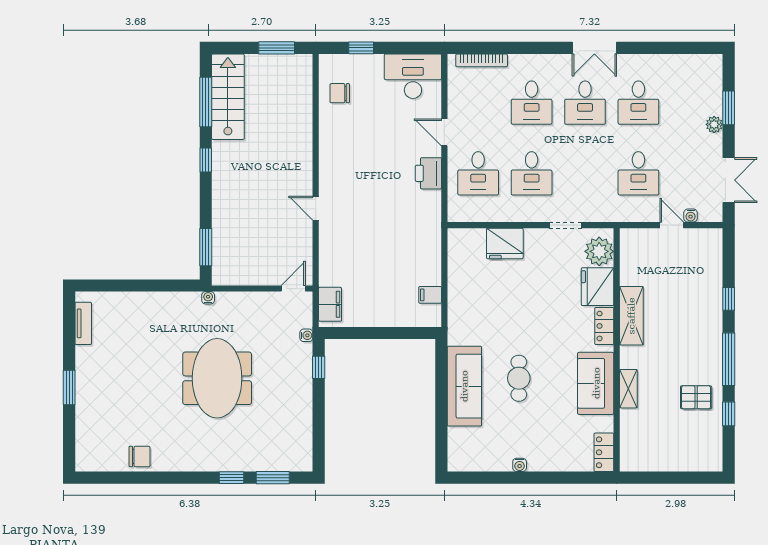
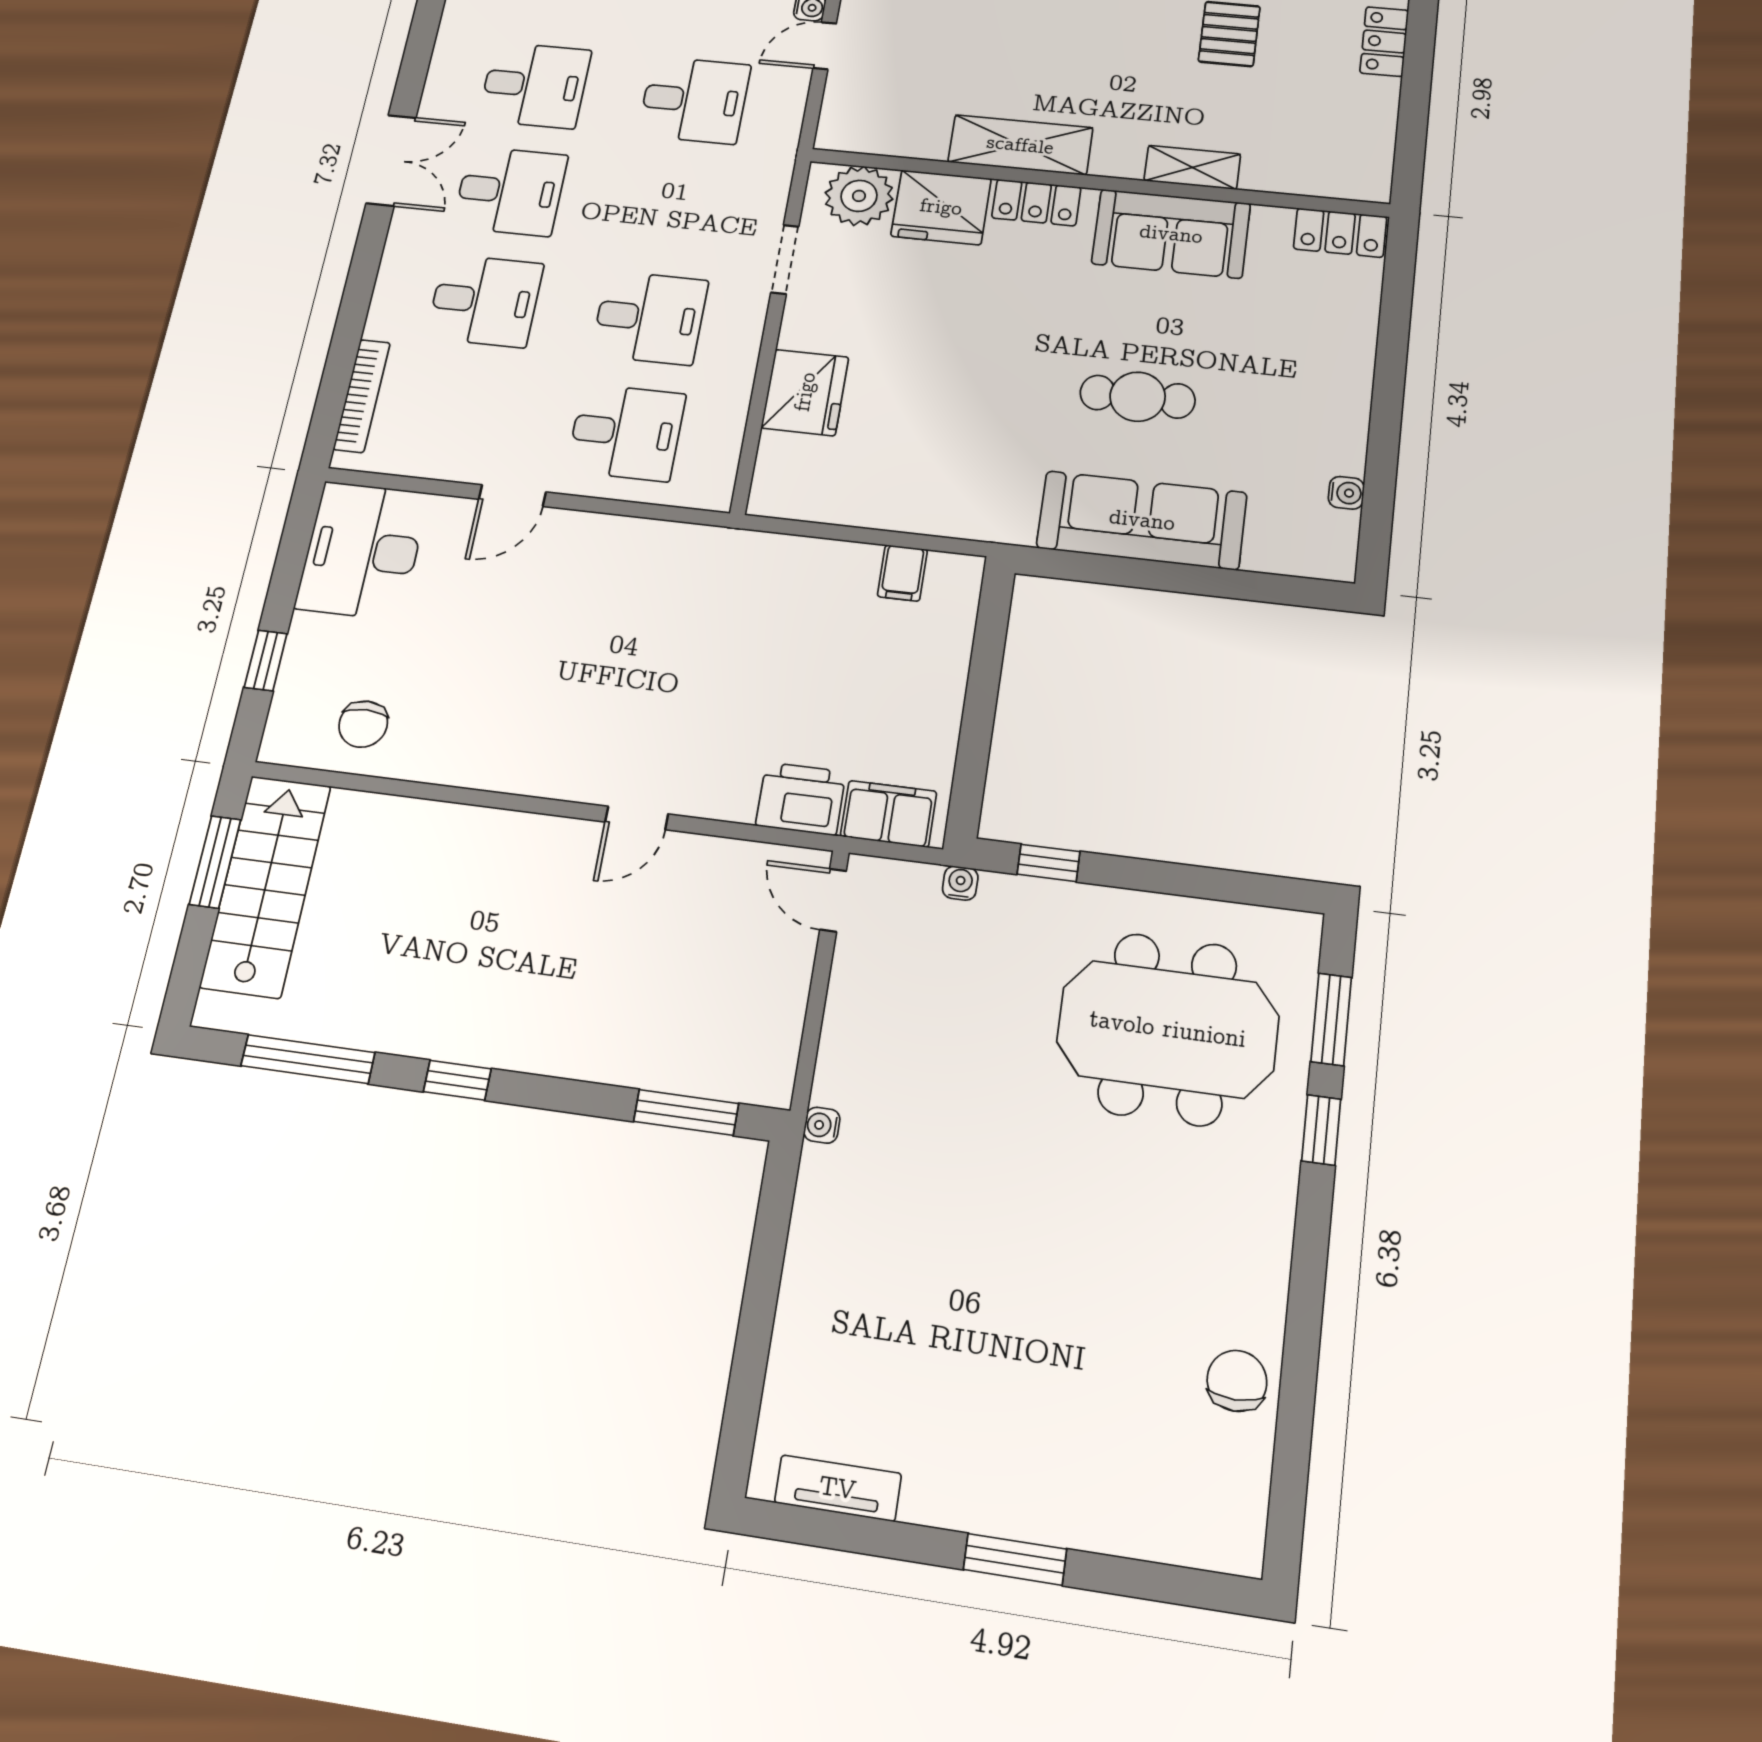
stairs: (228, 97) -> (266, 886), moved, turned 90
printer: (428, 173) -> (801, 799), moved, turned 180
meeting table: (217, 378) -> (1168, 1029), moved
locker: (699, 463) -> (1384, 42), added
water cooler: (520, 465) -> (1346, 493), moved

